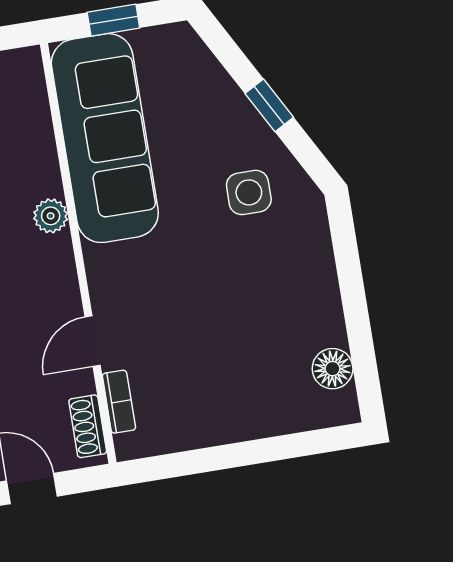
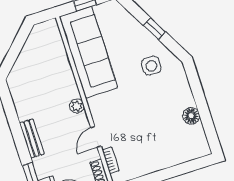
plant: (51, 216) -> (77, 106), moved
floor lamp: (333, 369) -> (191, 116), moved

